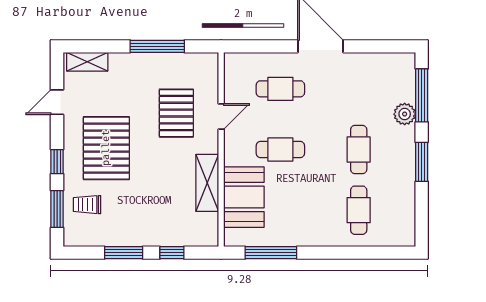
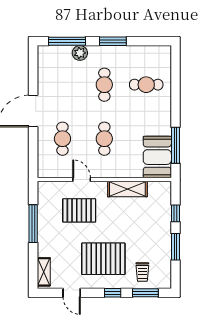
cafe table: (359, 150) -> (104, 85), turned 90
booth: (244, 197) -> (157, 157), moved, turned 90

